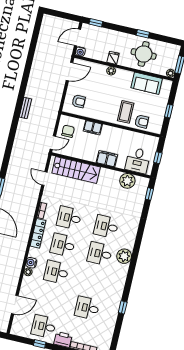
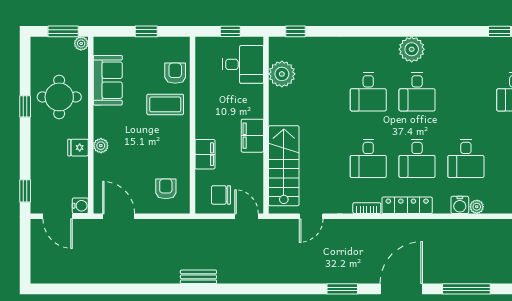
filing cabinet: (107, 159) -> (252, 136), moved

